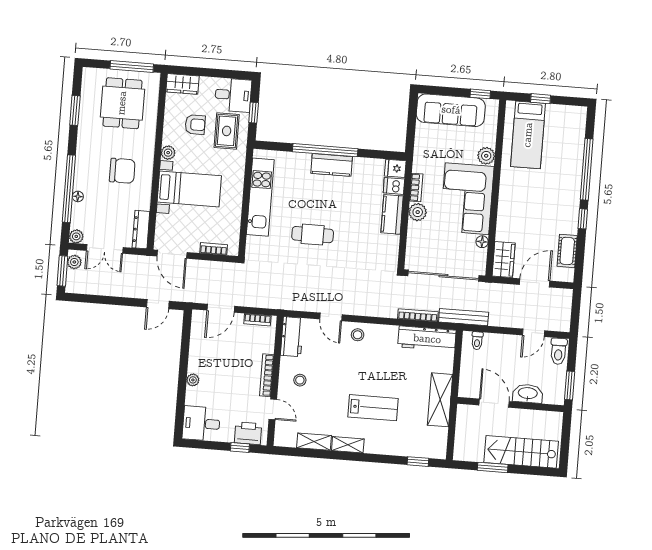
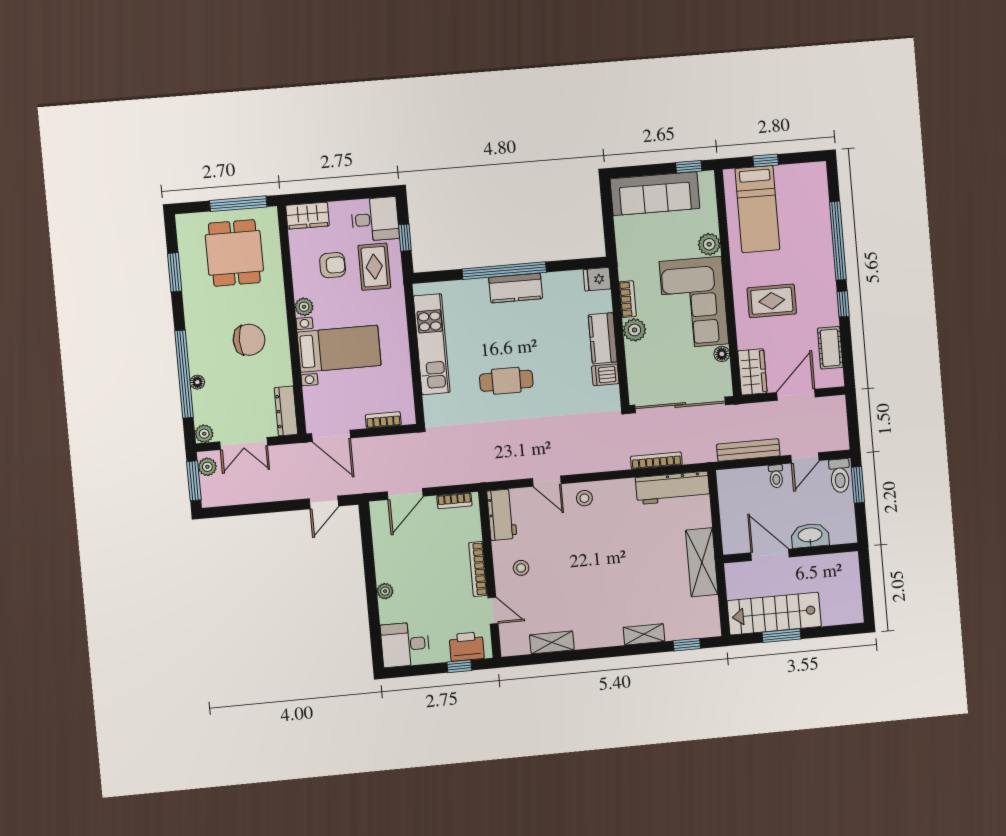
dishwasher: (394, 186) -> (605, 375), moved
rug: (528, 207) -> (772, 301), added
bench: (464, 317) -> (748, 450), moved
toilet: (477, 341) -> (776, 476), moved
window: (570, 385) -> (858, 485), moved
lab bench: (373, 408) -> (619, 587), removed
shelving: (348, 445) -> (644, 634), moved
stairs: (521, 452) -> (774, 614), moved

